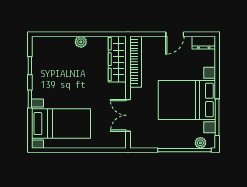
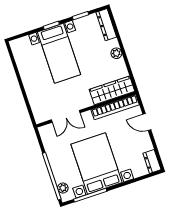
door: (175, 34) -> (147, 122), moved
dresser: (48, 42) -> (106, 25), added
double door: (128, 115) -> (66, 116), swing flipped
bed with nightstands: (61, 124) -> (59, 53), moved

